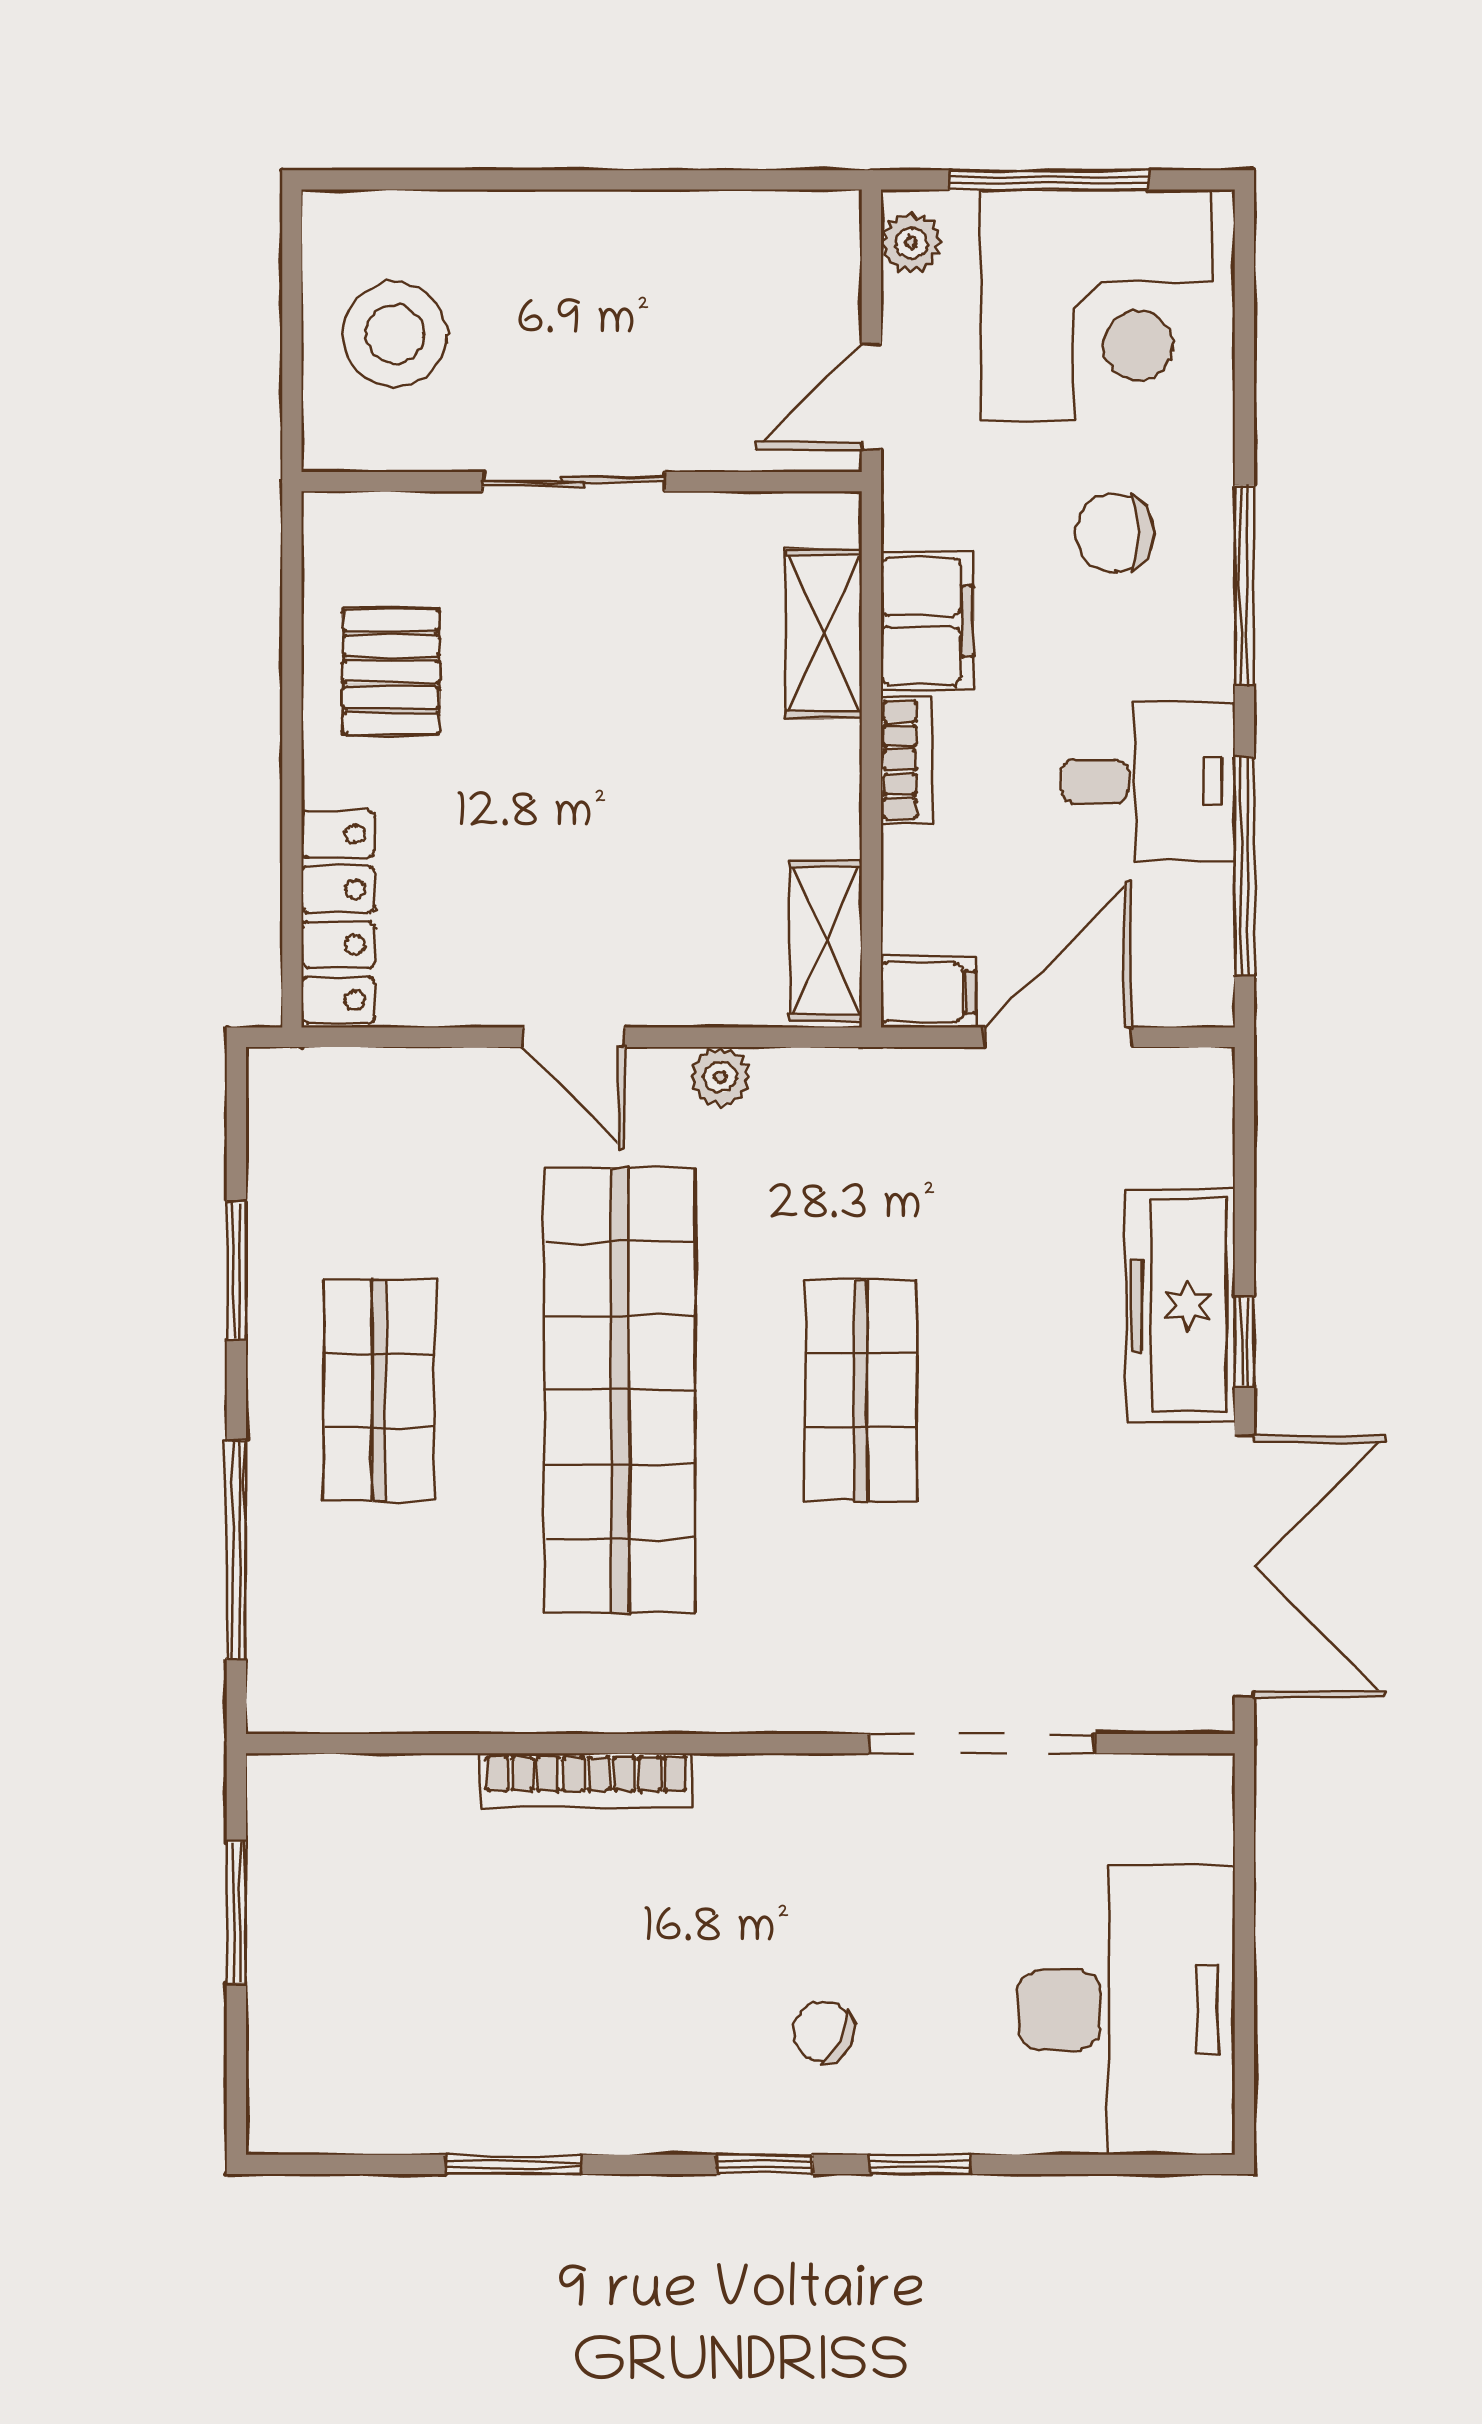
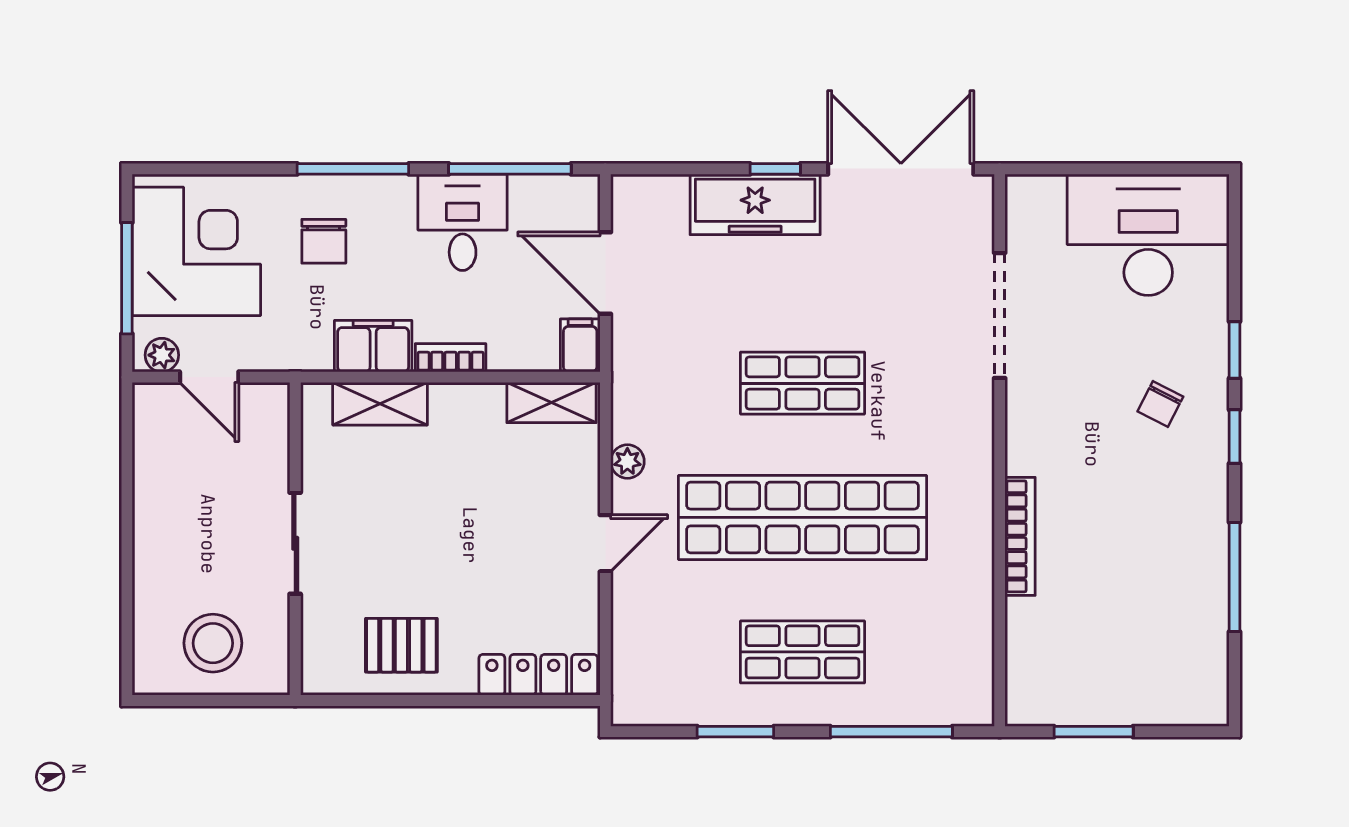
door: (871, 397) -> (209, 377), moved
window: (513, 2164) -> (1234, 577), width x1.44

